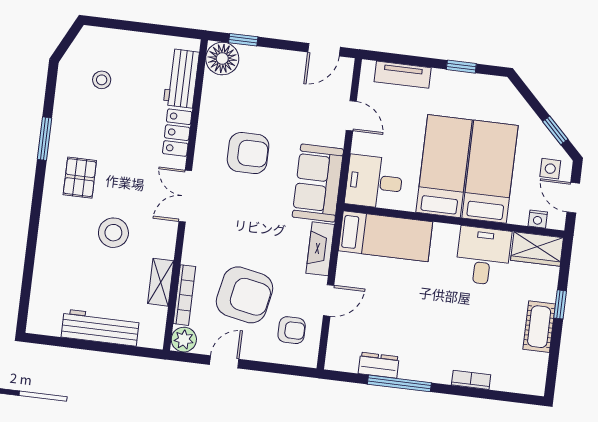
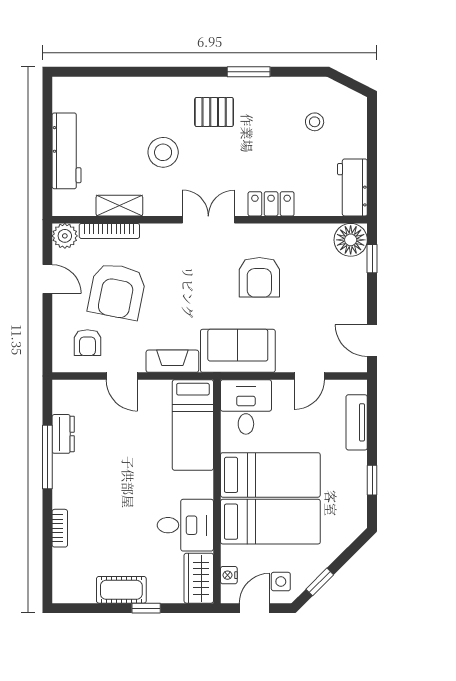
workbench: (181, 78) -> (352, 187), moved, turned -90

